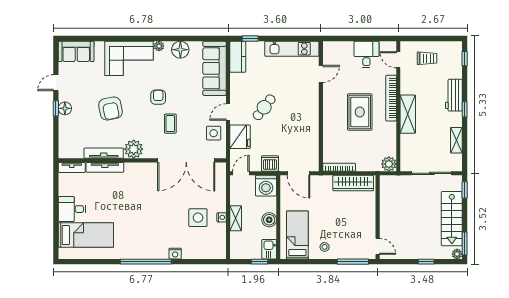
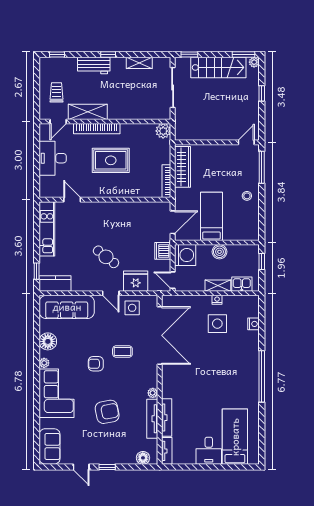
desk: (366, 54) -> (53, 158), width x1.37
floor lamp: (65, 108) -> (143, 458), moved
shelving: (408, 114) -> (88, 112), moved
plant: (134, 149) -> (153, 393), width x0.53, depth x0.53
bed: (297, 235) -> (211, 216), moved, turned 90
kitchen sink: (269, 249) -> (242, 284), moved, turned 180
nightstand: (175, 254) -> (254, 324), moved

